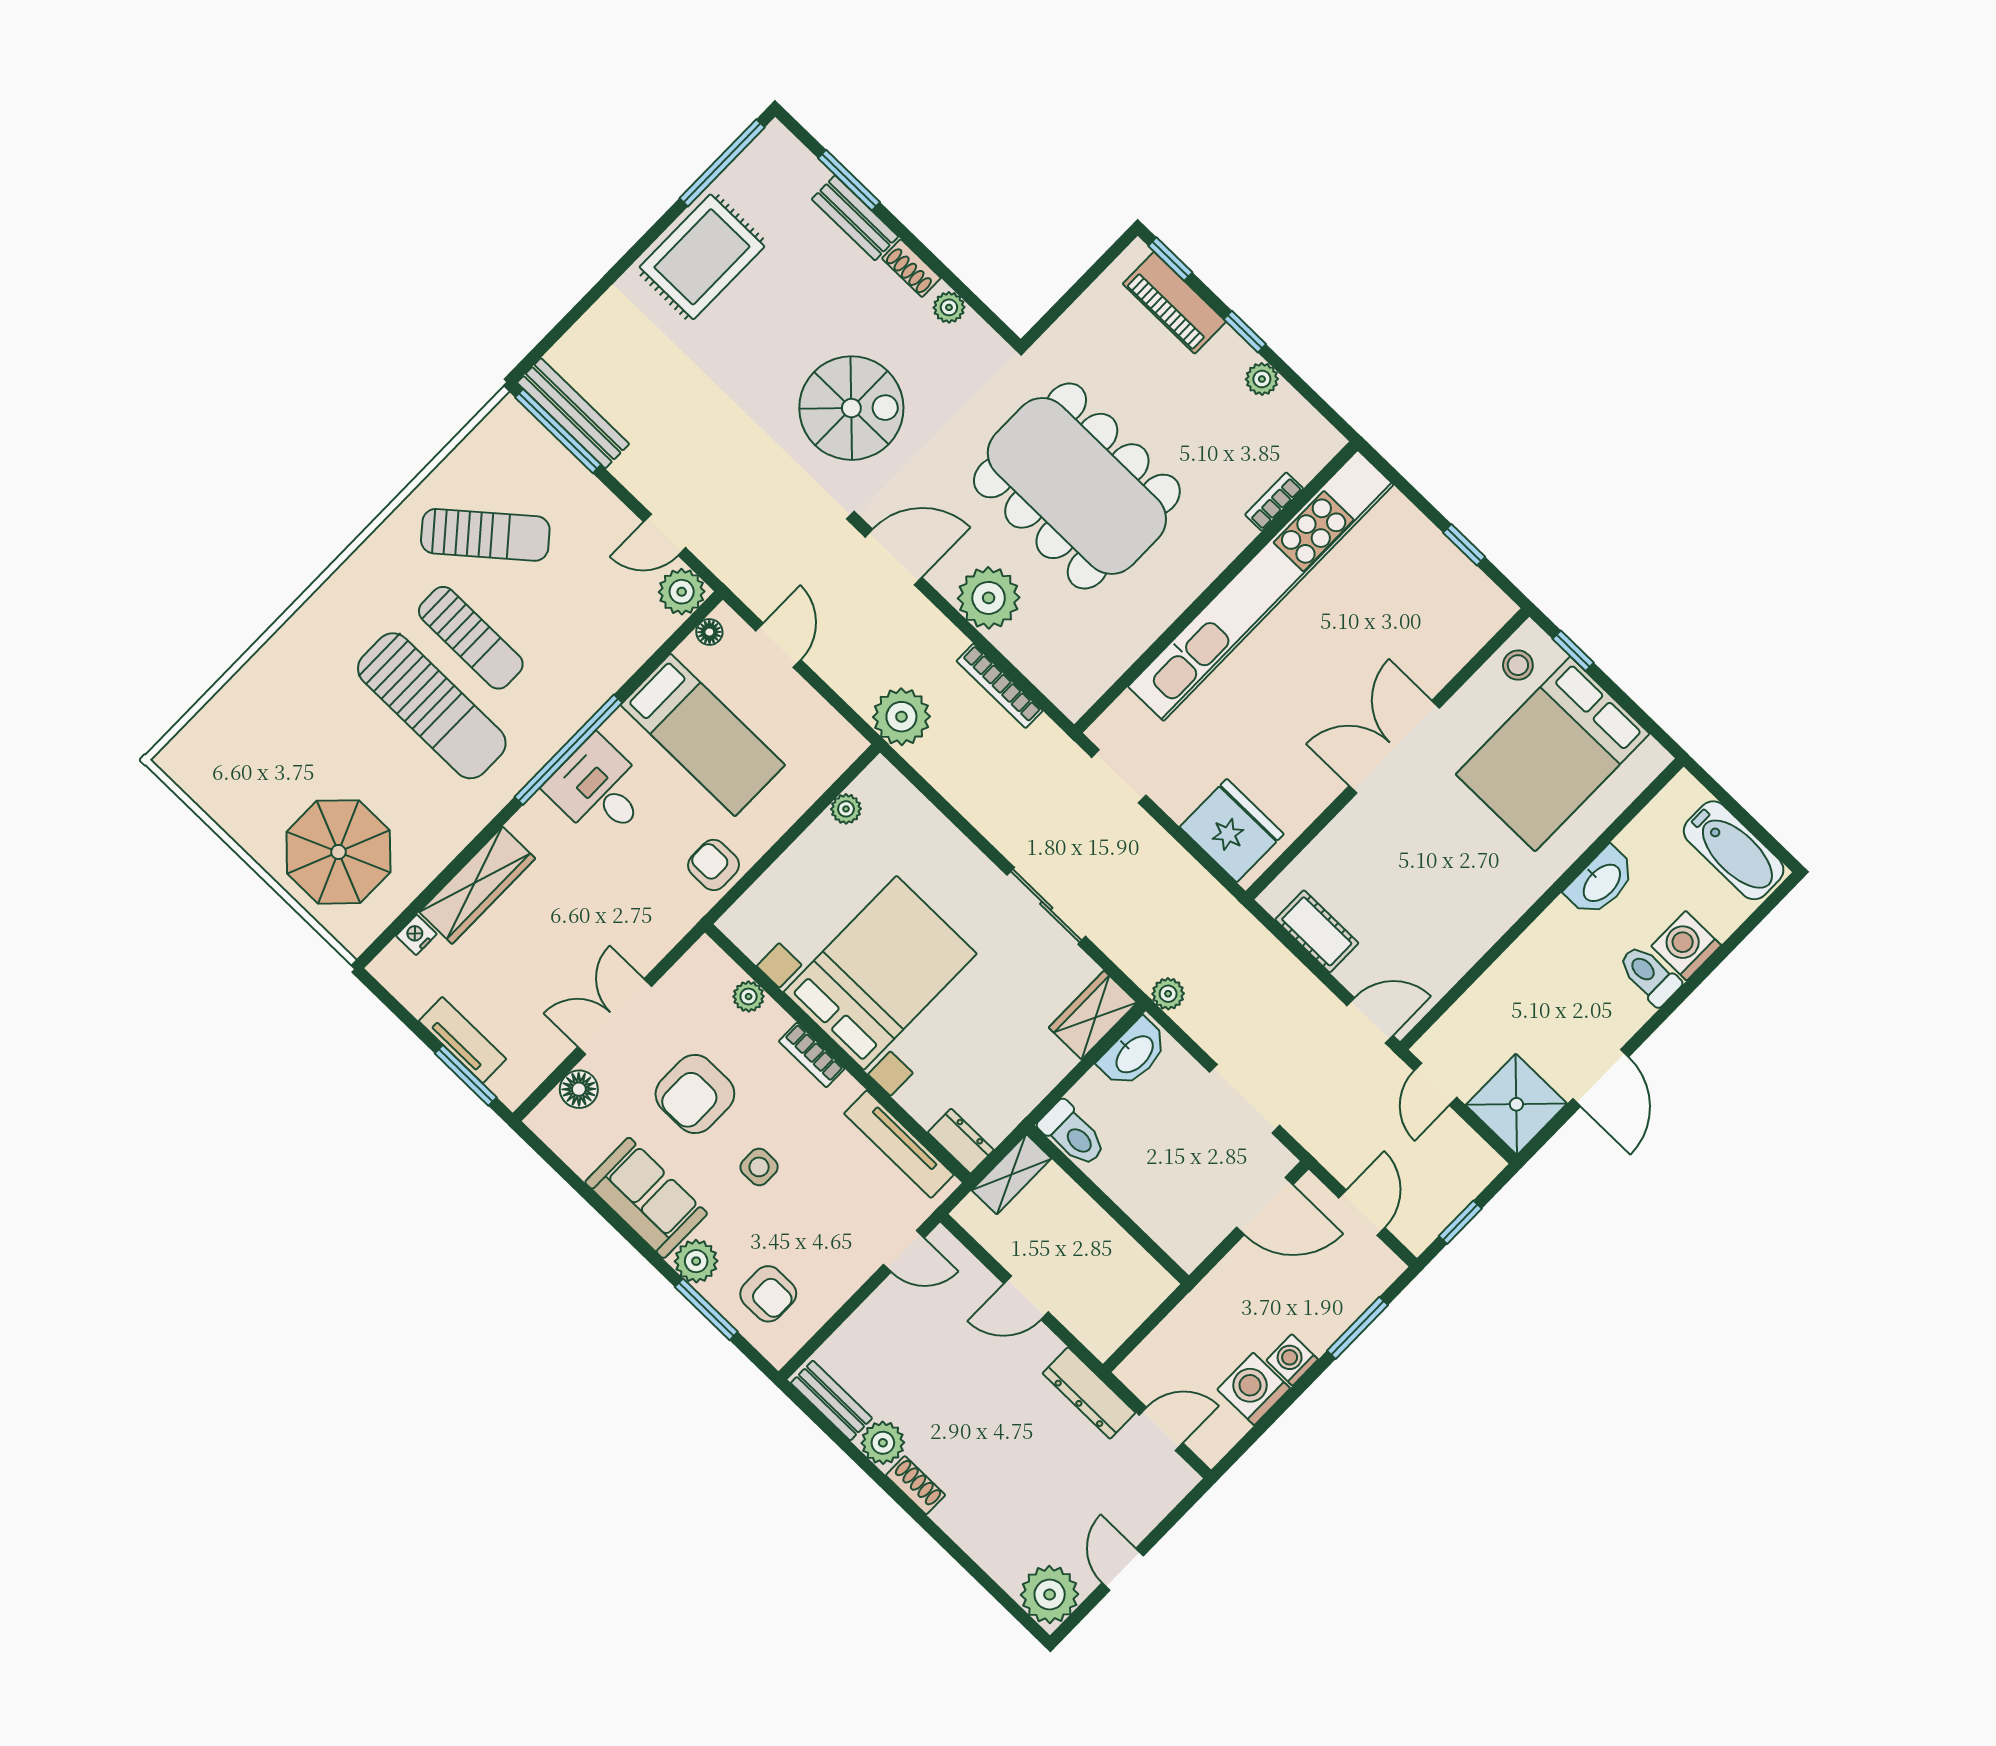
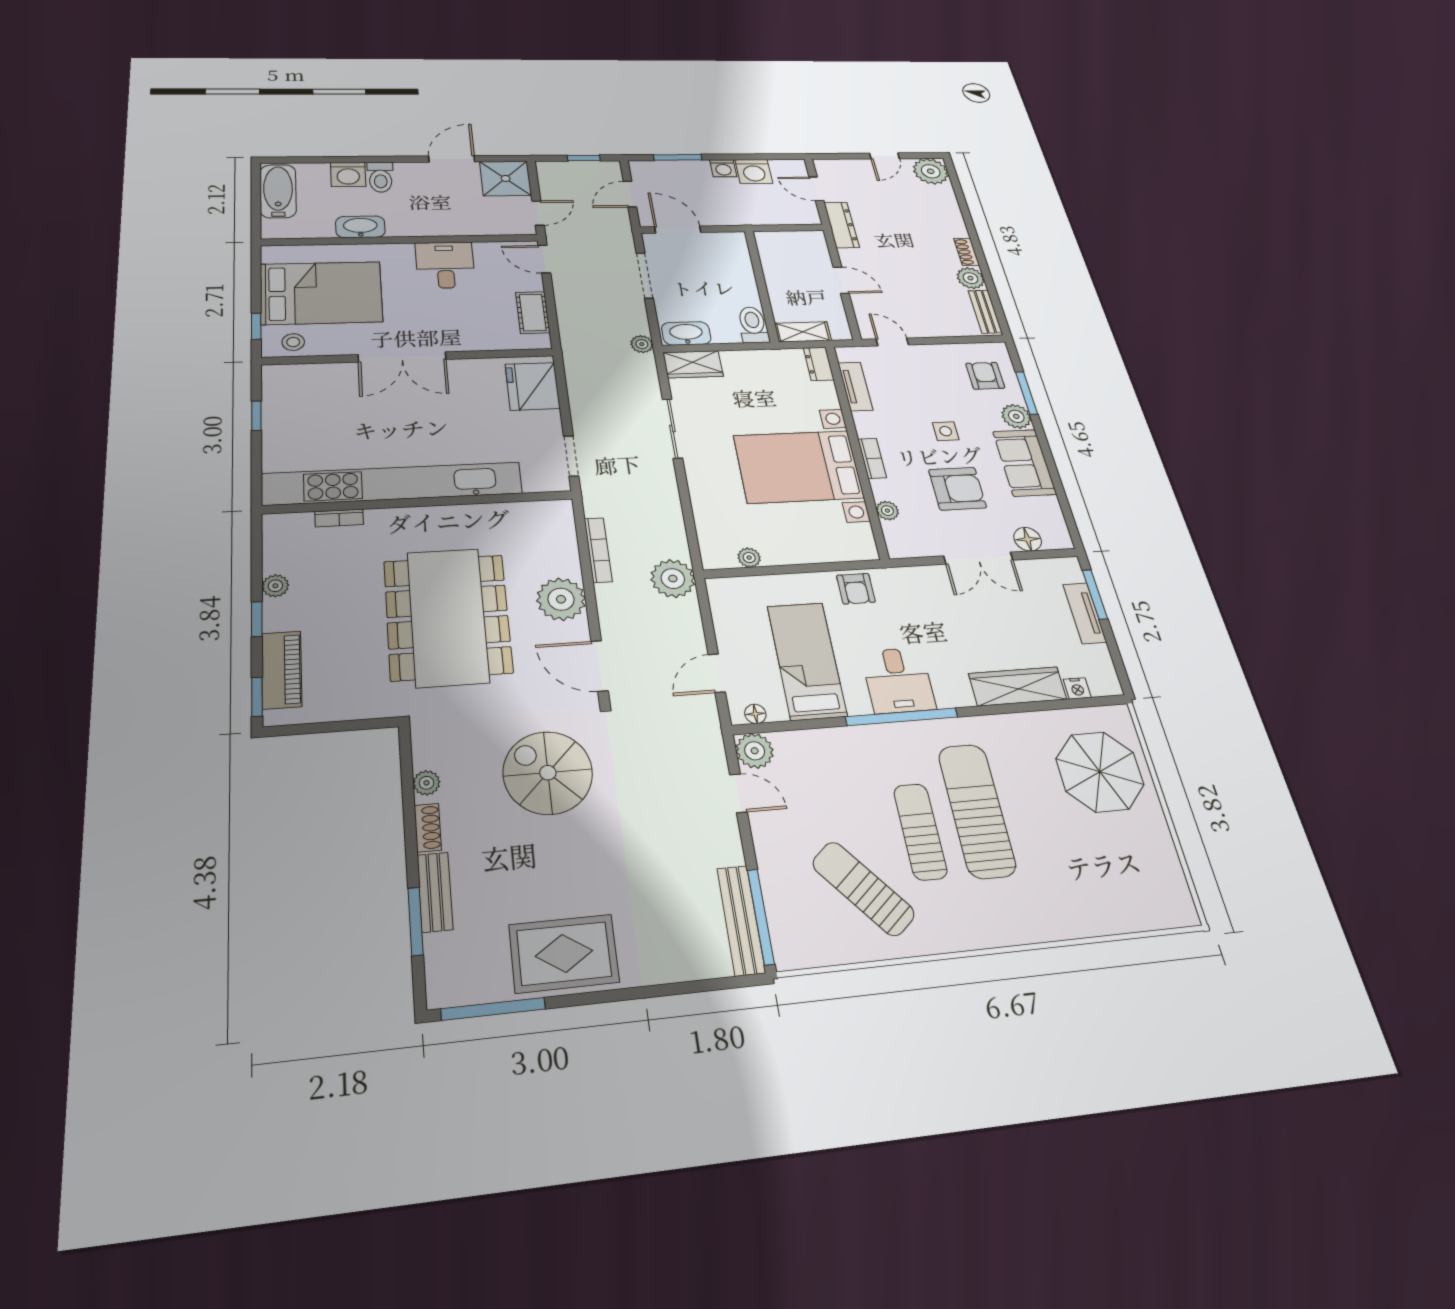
desk: (1465, 912) -> (445, 265), added
tv unit: (899, 1144) -> (855, 386), width x0.71

